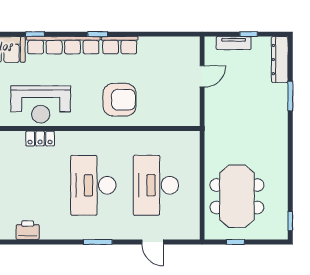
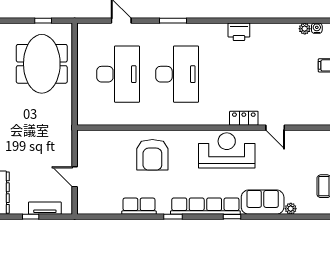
row of seats: (120, 45) -> (139, 206), moved
door: (202, 76) -> (75, 177), hinge flipped
armchair: (120, 100) -> (152, 155), turned -90
locker: (40, 139) -> (244, 118), moved

